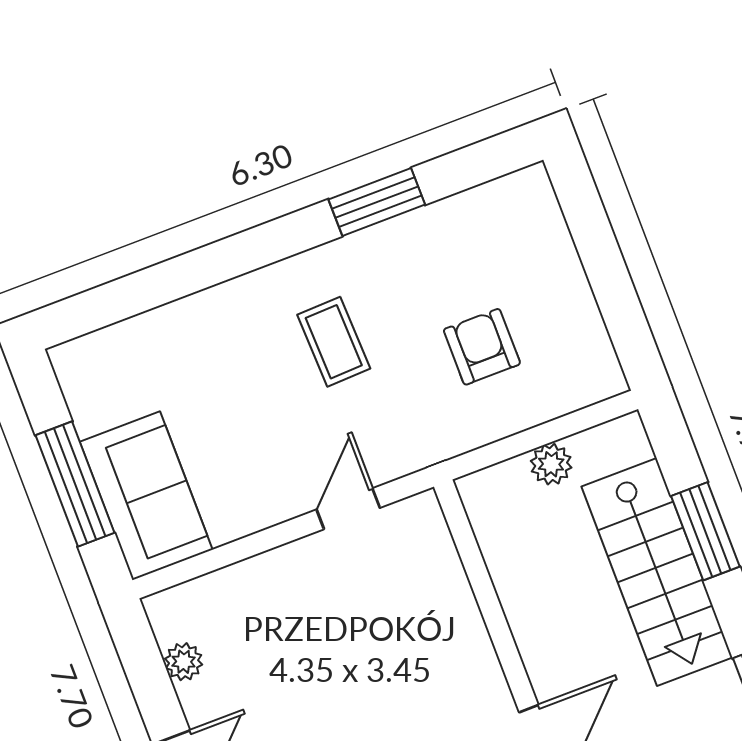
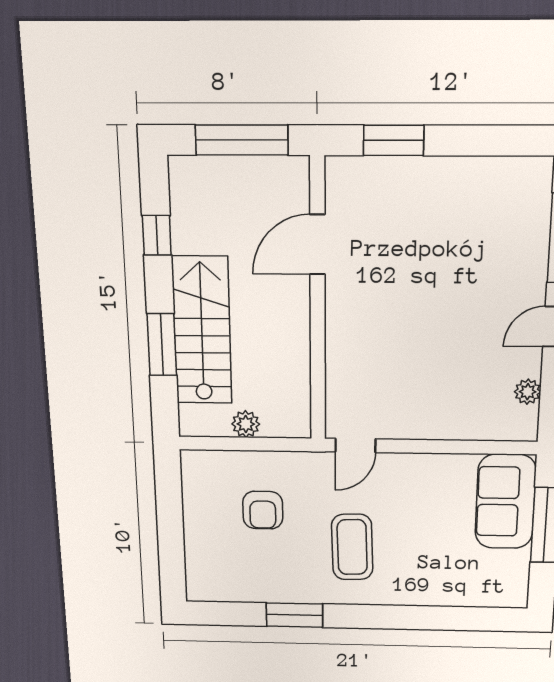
coffee table: (334, 342) -> (352, 547), width x1.36, depth x1.30
door: (348, 509) -> (355, 445), moved

